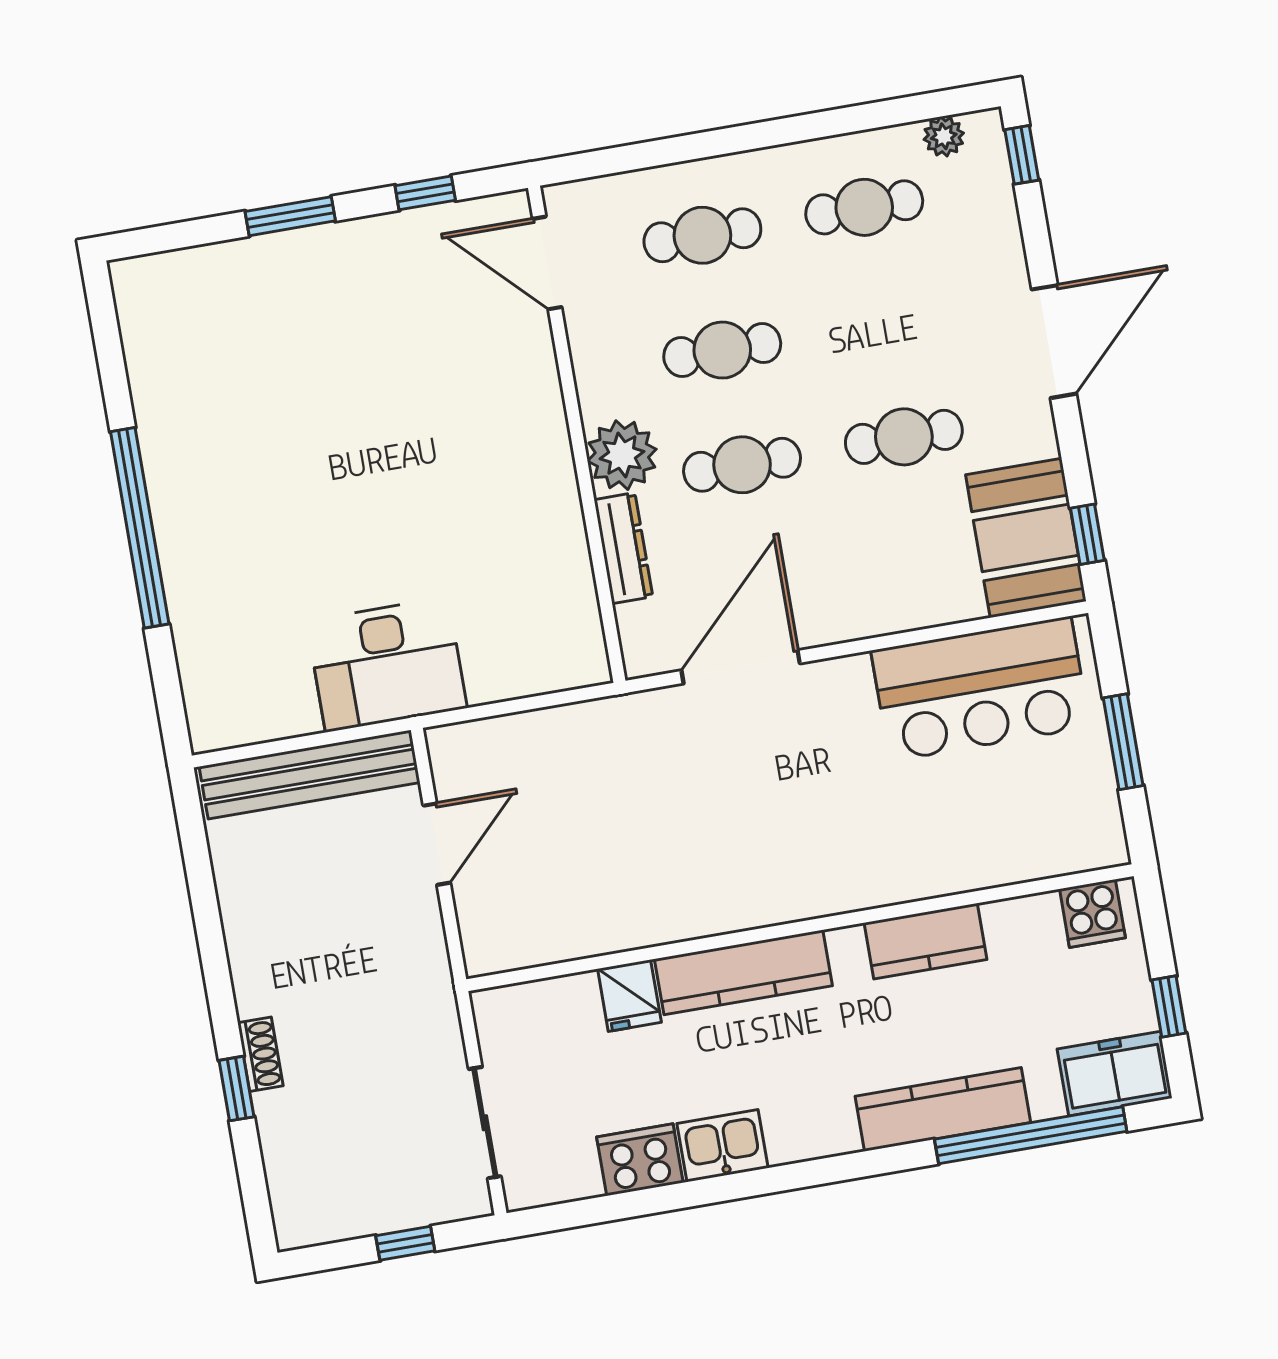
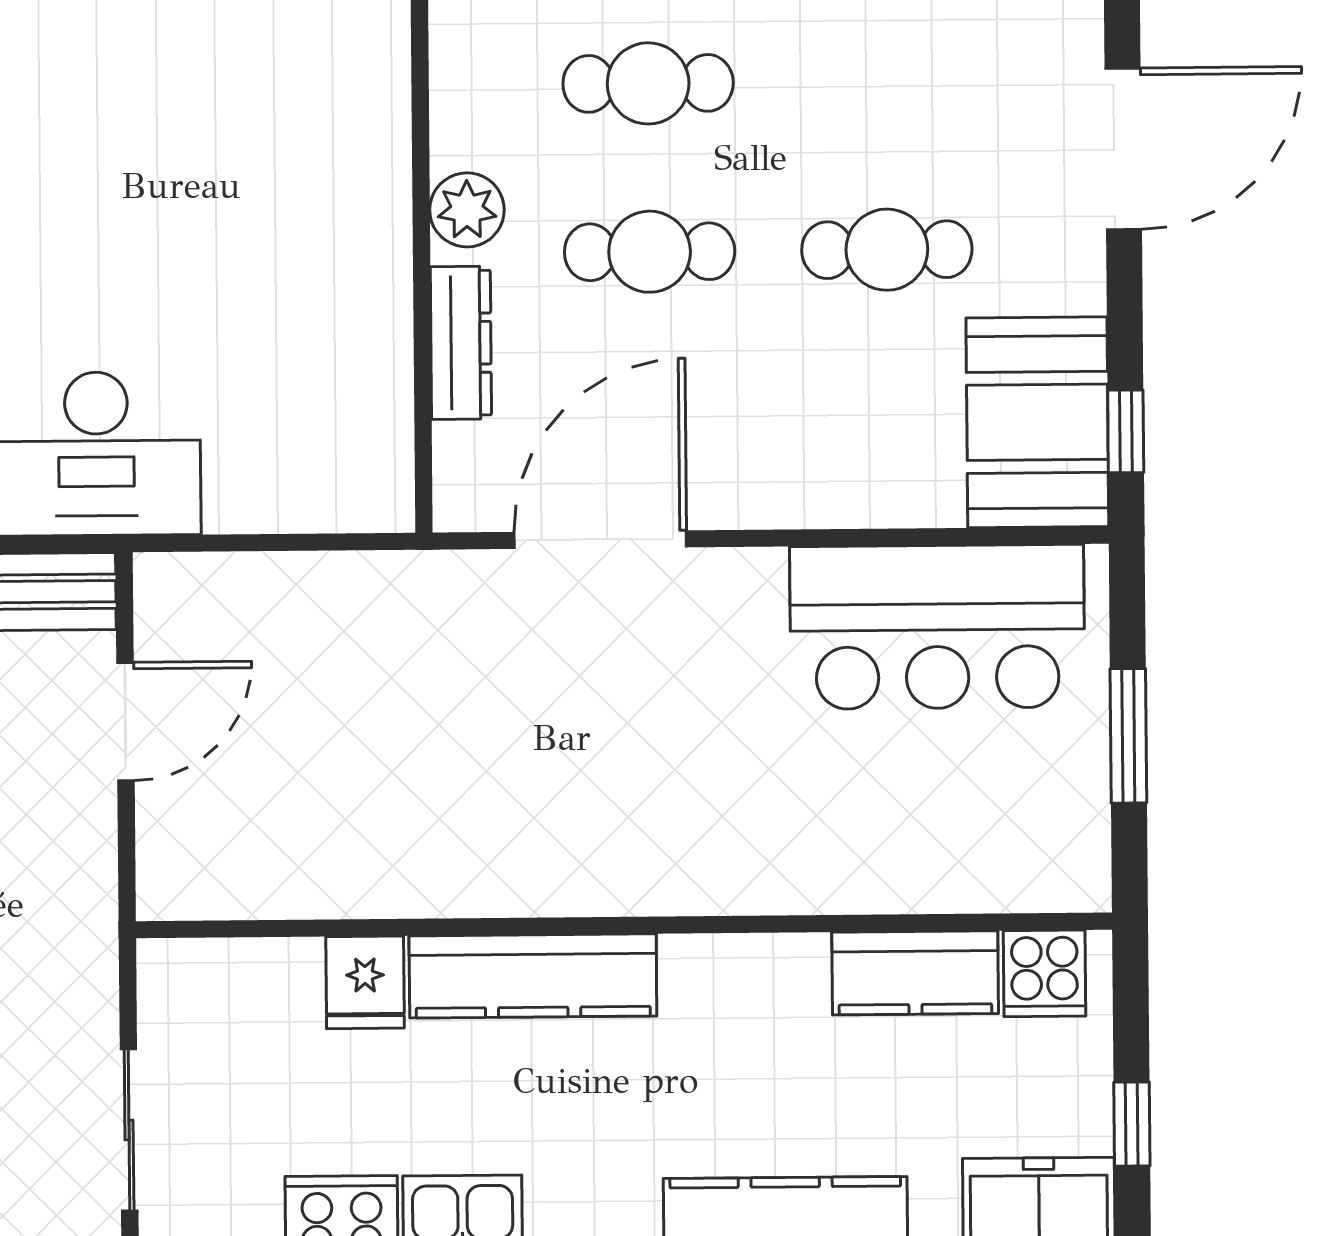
plant: (622, 455) -> (467, 210), width x0.73, depth x0.73
kitchen counter: (926, 941) -> (915, 973), moved

